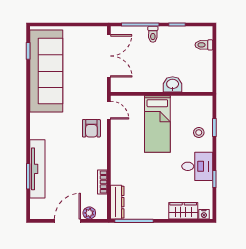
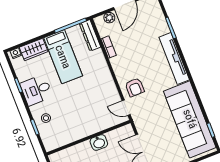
washbasin: (173, 84) -> (99, 142), moved
bed: (157, 124) -> (63, 57), moved, turned 180
armchair: (91, 128) -> (135, 87), turned 180
tv unit: (37, 169) -> (174, 58), moved

